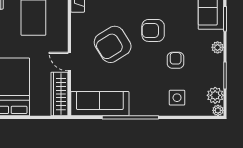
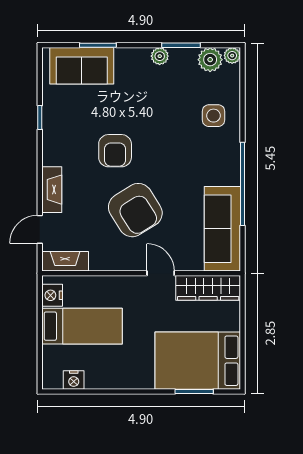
plant: (218, 47) -> (160, 56), moved
armchair: (176, 60) -> (159, 118), removed
door: (69, 62) -> (161, 273), swing flipped

